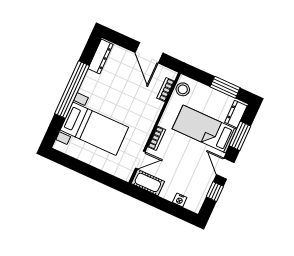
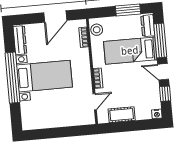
door: (149, 53) -> (55, 16), hinge flipped
bed with nightstands: (94, 129) -> (44, 76), moved
window: (240, 136) -> (160, 40), width x1.44
cot: (148, 182) -> (122, 115), moved
nightstand: (180, 200) -> (157, 114), moved

